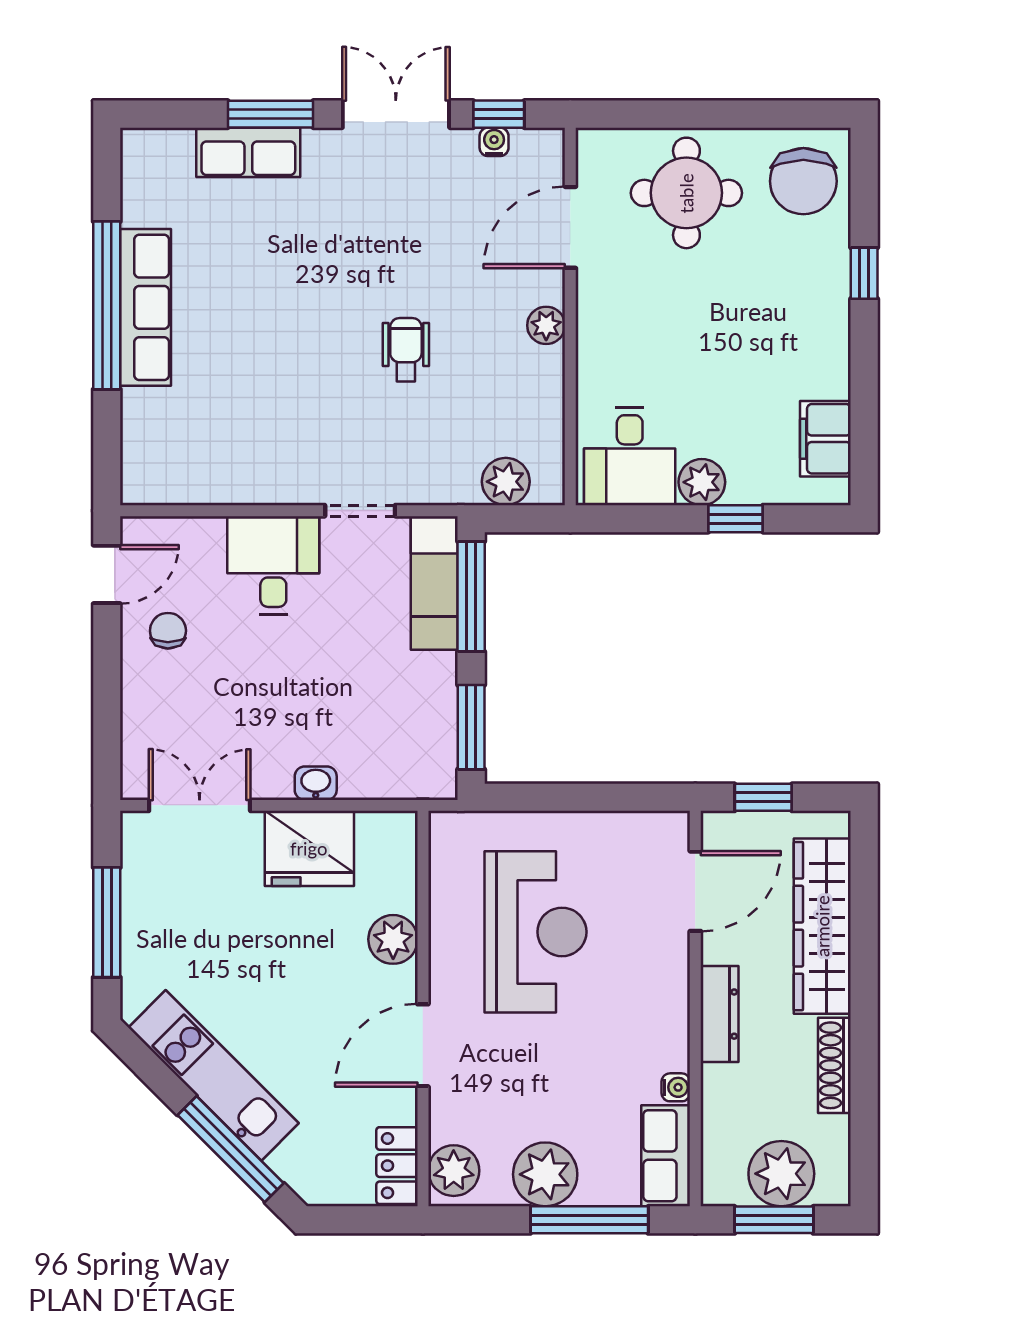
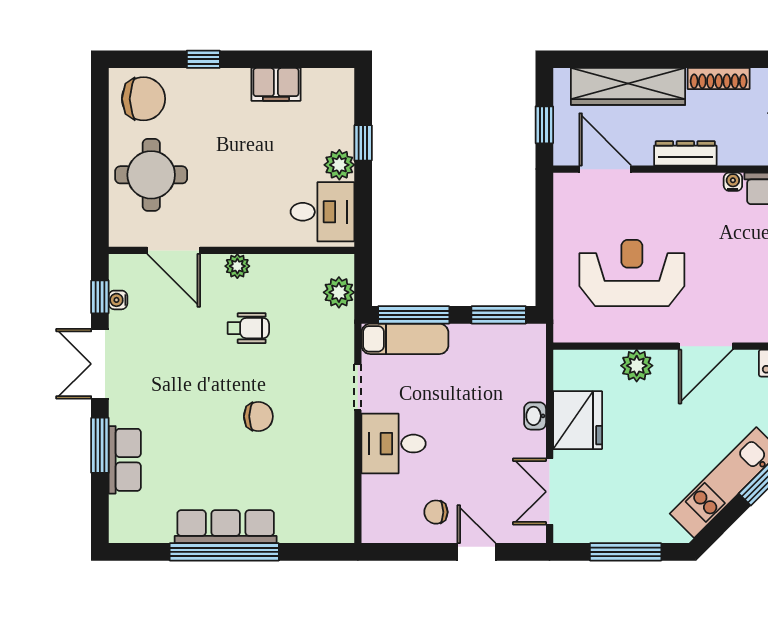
wheelchair: (406, 350) -> (248, 328), moved, turned 180
chair: (315, 358) -> (258, 416), added
filing cabinet: (825, 439) -> (276, 84), moved
door: (107, 574) -> (476, 552), moved
door: (423, 1045) -> (706, 346), hinge flipped

